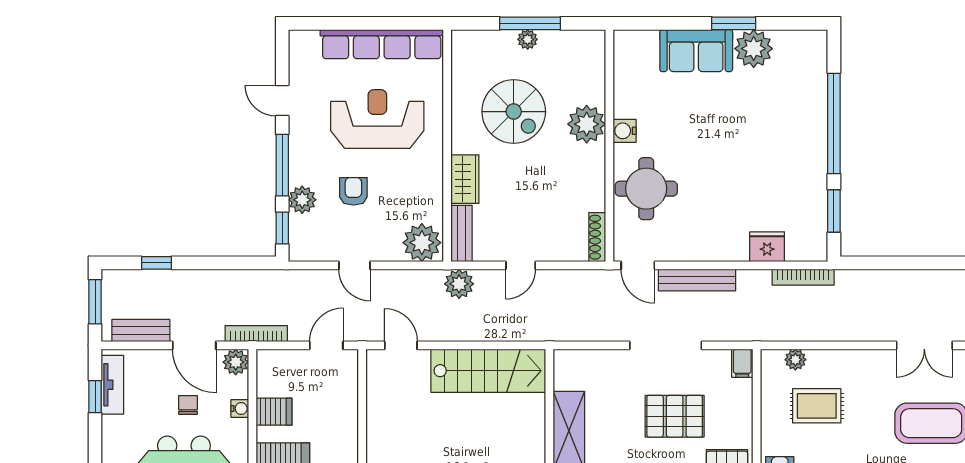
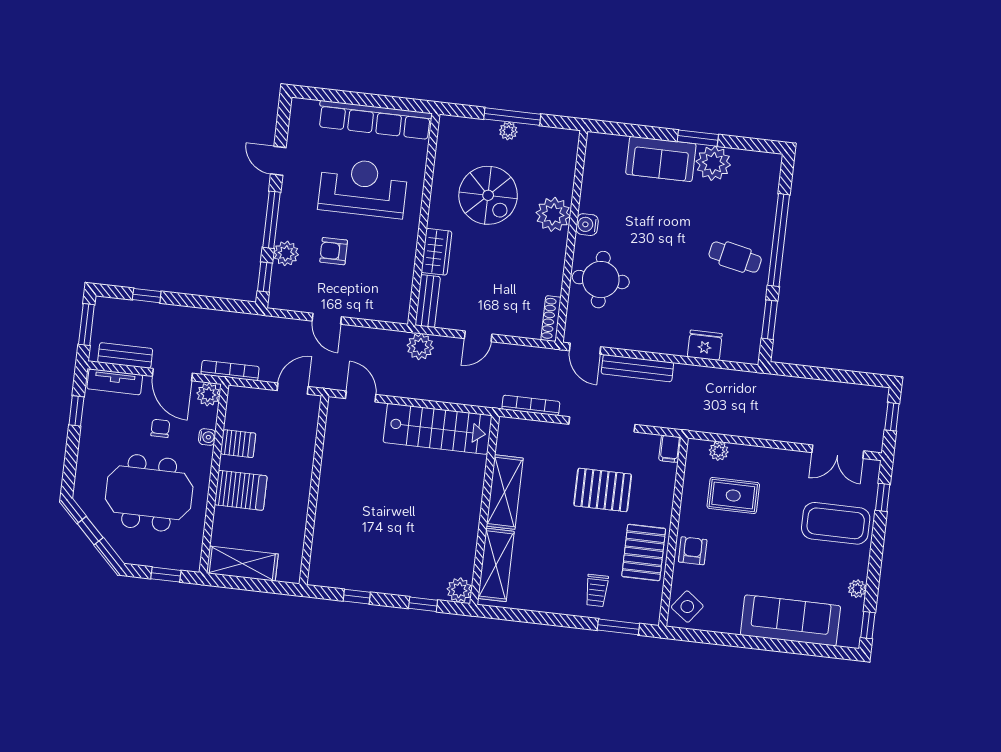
cafe table: (789, 147) -> (735, 257), added
armchair: (353, 191) -> (334, 251), turned -90
plant: (422, 243) -> (391, 305), removed
bookcase: (803, 277) -> (531, 405), moved, turned 180
tv unit: (112, 385) -> (115, 382), moved, turned 90

